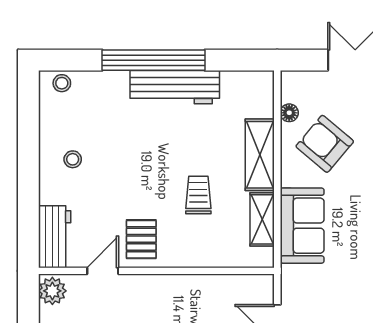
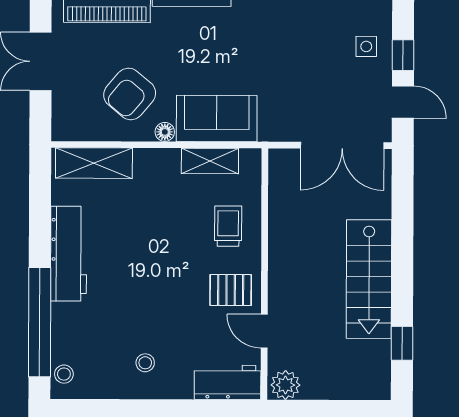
window: (154, 60) -> (40, 322), moved
floor lamp: (289, 113) -> (165, 132), moved
shelving: (260, 155) -> (94, 163), moved
trolley: (198, 195) -> (228, 226), moved, turned 90

